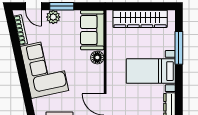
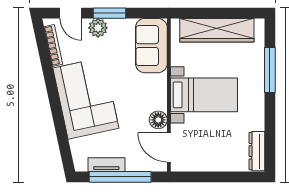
floor lamp: (97, 58) -> (158, 120), moved
bed with nightstands: (151, 71) -> (204, 95), moved, turned 180

